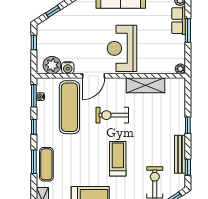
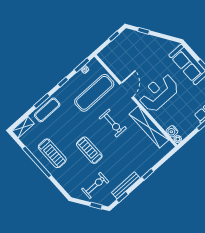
plant: (52, 65) -> (110, 59), removed
water cooler: (68, 68) -> (172, 131), moved
door: (93, 76) -> (126, 90), swing flipped
shelving: (145, 85) -> (149, 127), width x1.47
exercise bike: (112, 115) -> (113, 123), turned 180
treadmill: (118, 159) -> (89, 150), turned -90

